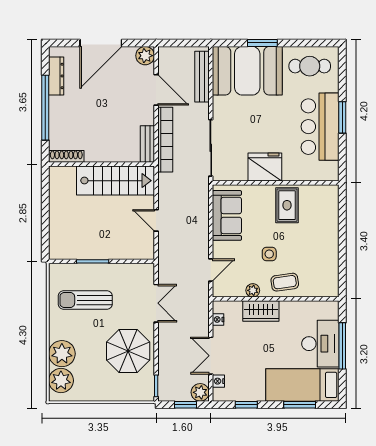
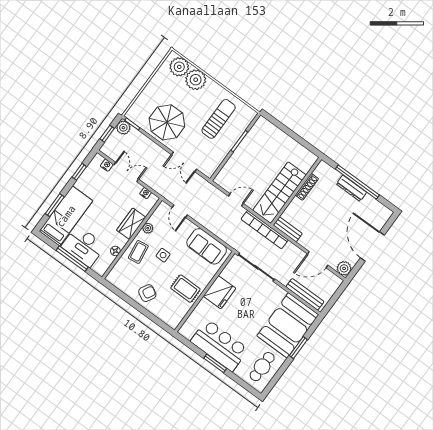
dresser: (56, 76) -> (351, 188), moved
bookcase: (165, 140) -> (265, 230), moved
shoe rack: (66, 156) -> (307, 187), moved
armchair: (321, 241) -> (147, 293), added
floor lamp: (301, 307) -> (115, 251), added
plant: (200, 392) -> (123, 128), moved

